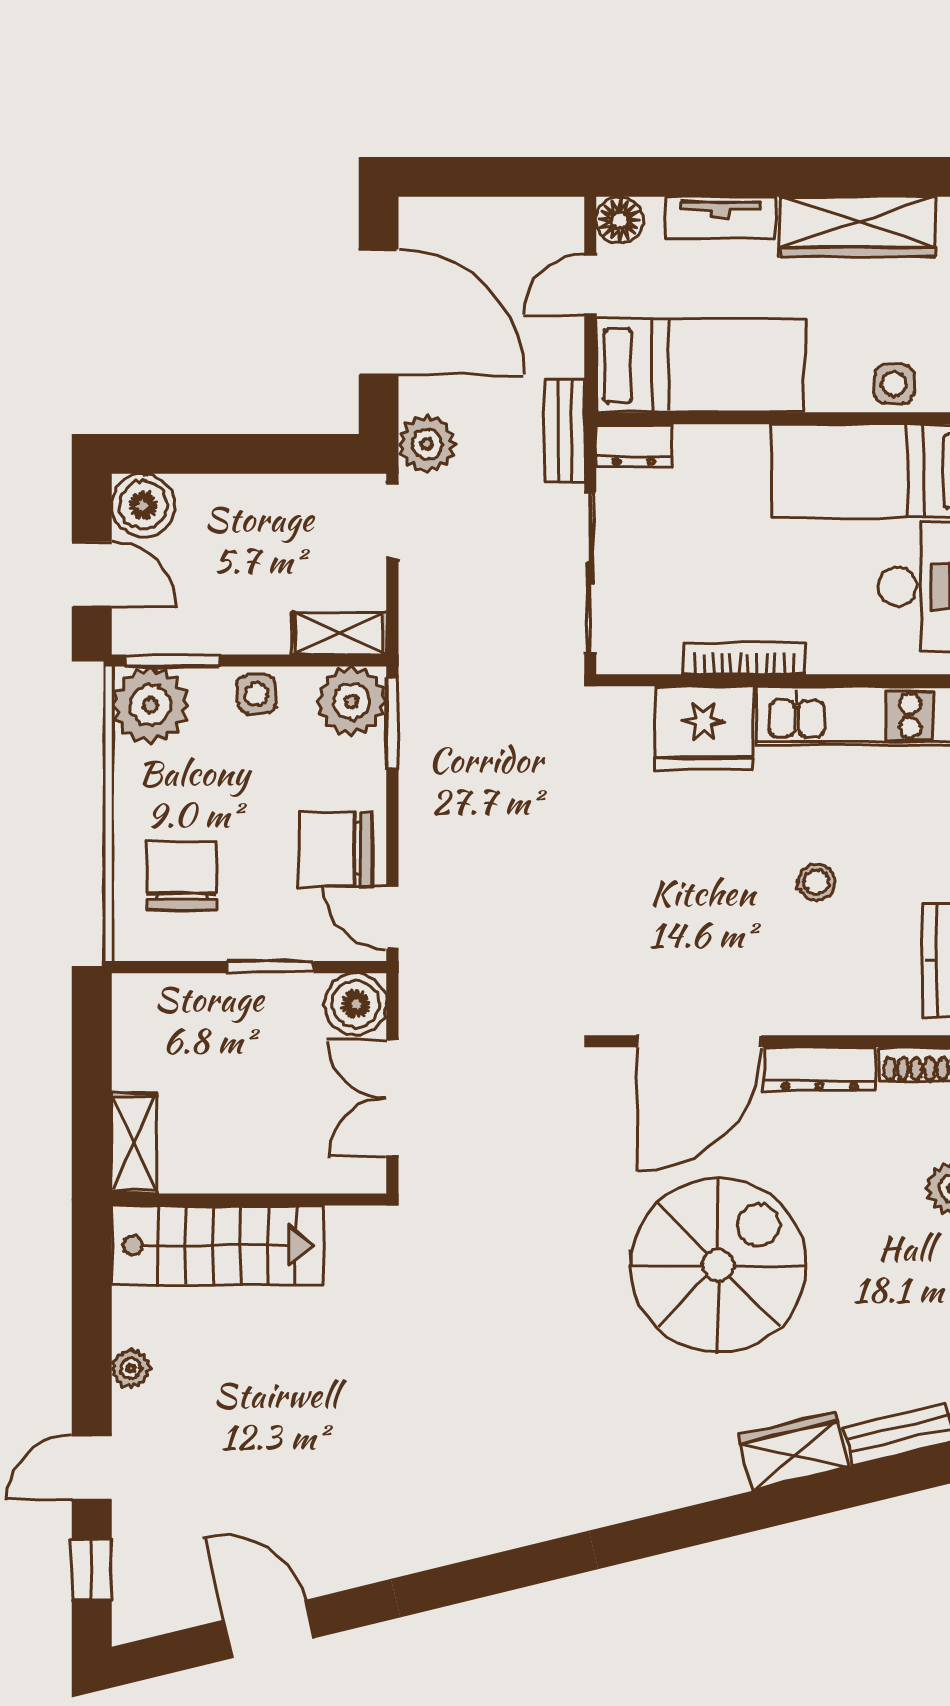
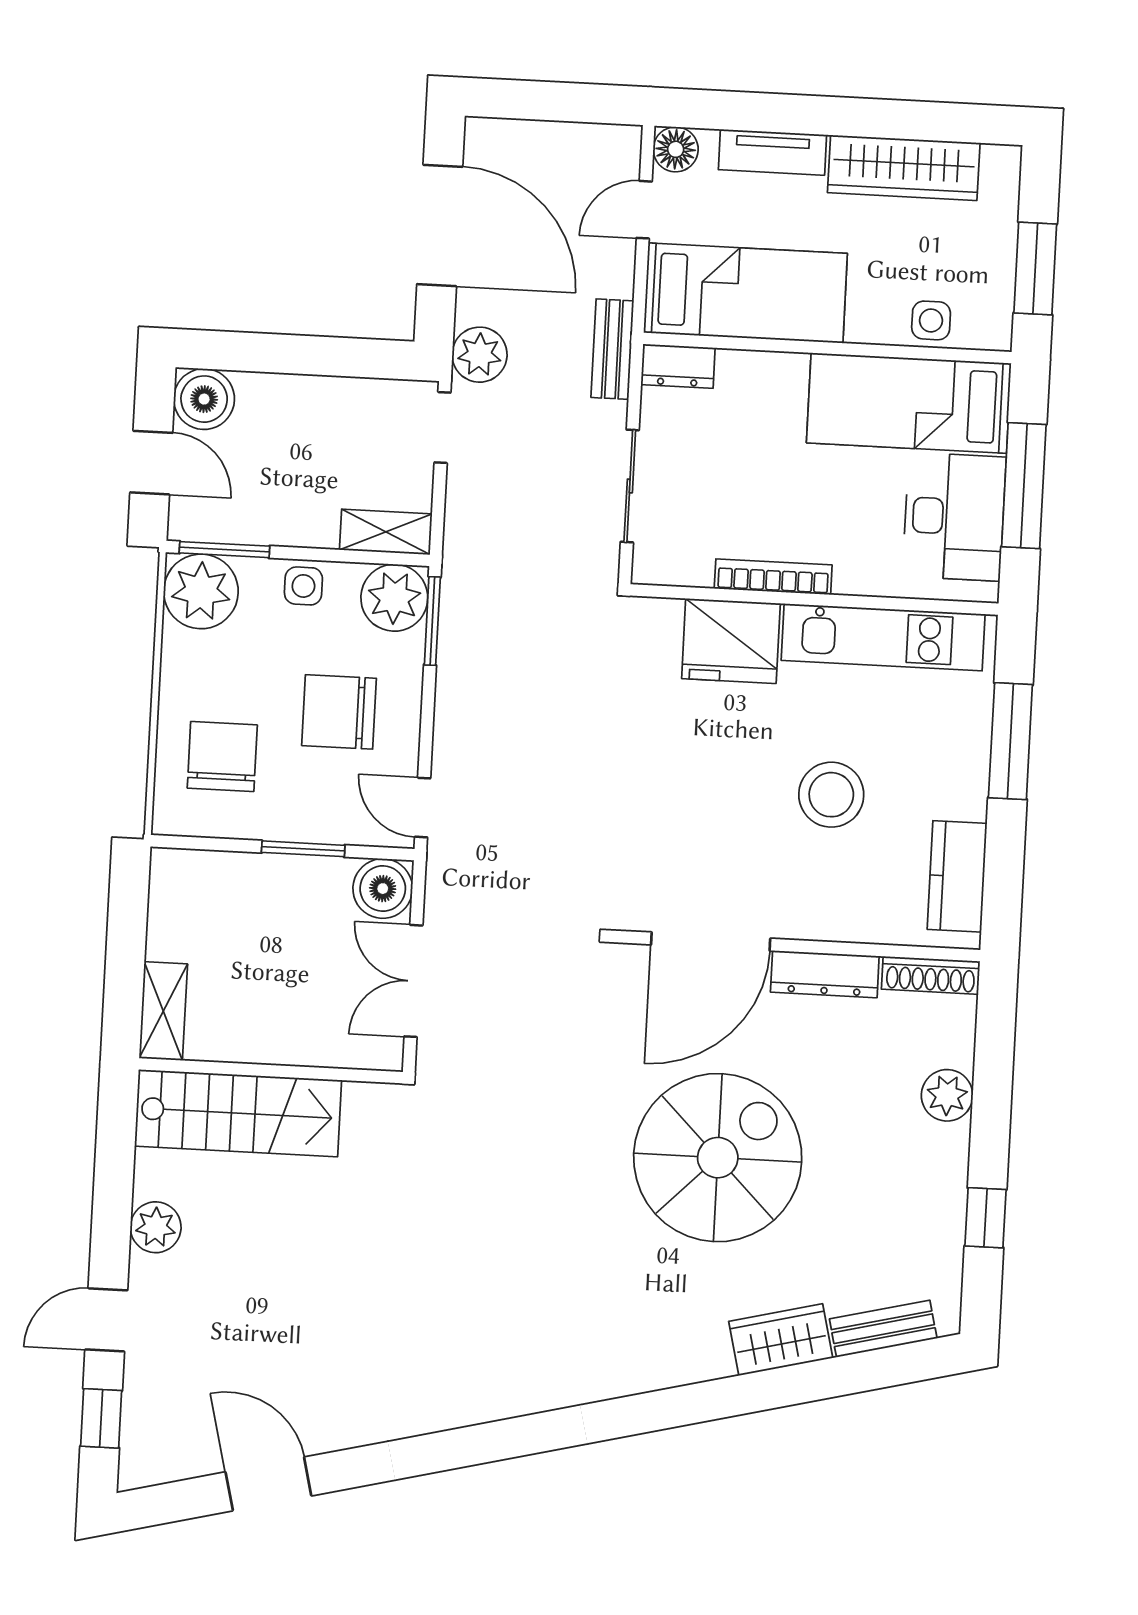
sliding door: (590, 572) -> (630, 486), width x0.73
chair: (336, 849) -> (339, 712), moved
stool: (816, 882) -> (831, 795), width x1.89, depth x1.89
plant: (131, 1368) -> (156, 1227), width x1.38, depth x1.38

